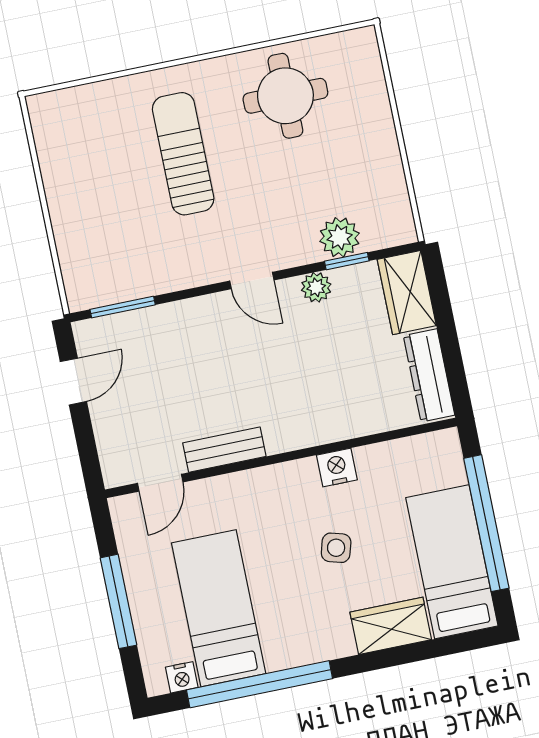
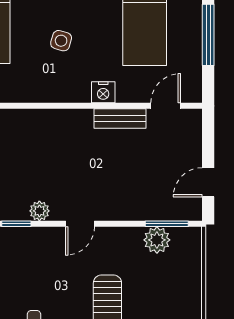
plant: (340, 237) -> (157, 240), moved
door: (252, 281) -> (80, 224), swing flipped
nightstand: (337, 468) -> (103, 92), moved

